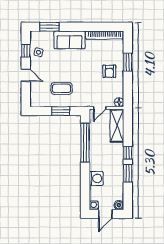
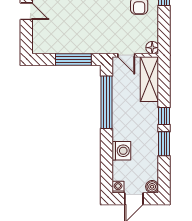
coffee table: (62, 88) -> (75, 29), removed
door: (100, 108) -> (126, 55), hinge flipped
window: (61, 111) -> (73, 59), width x1.44

